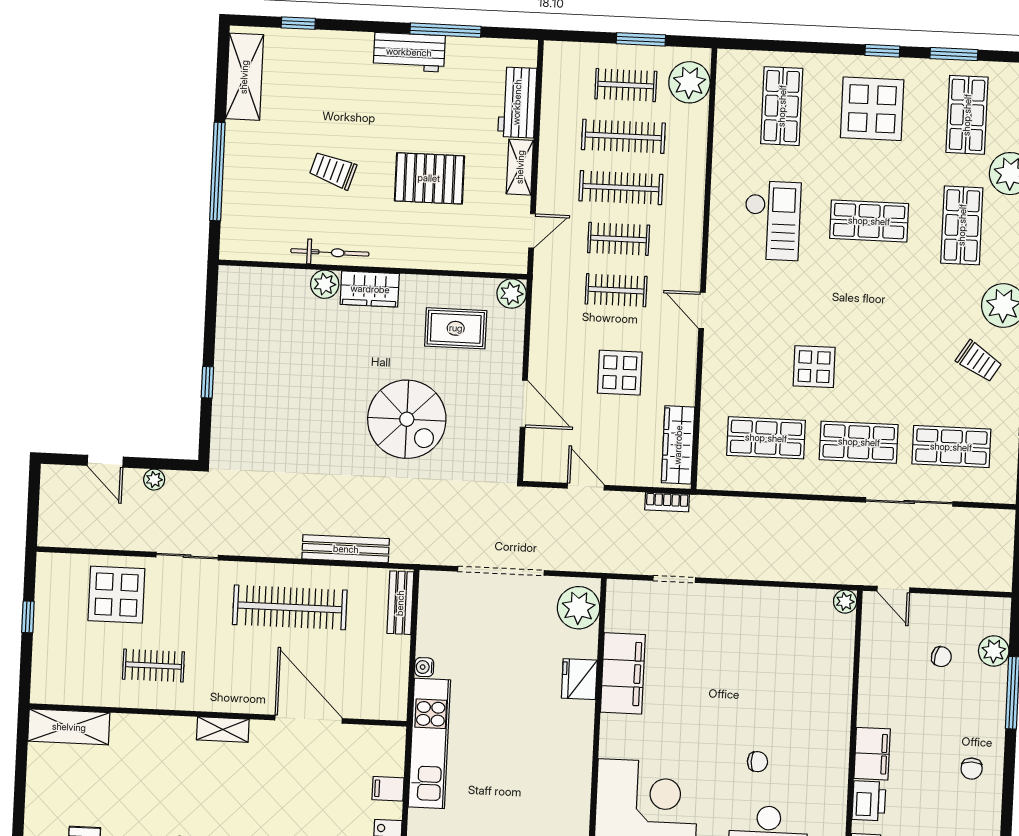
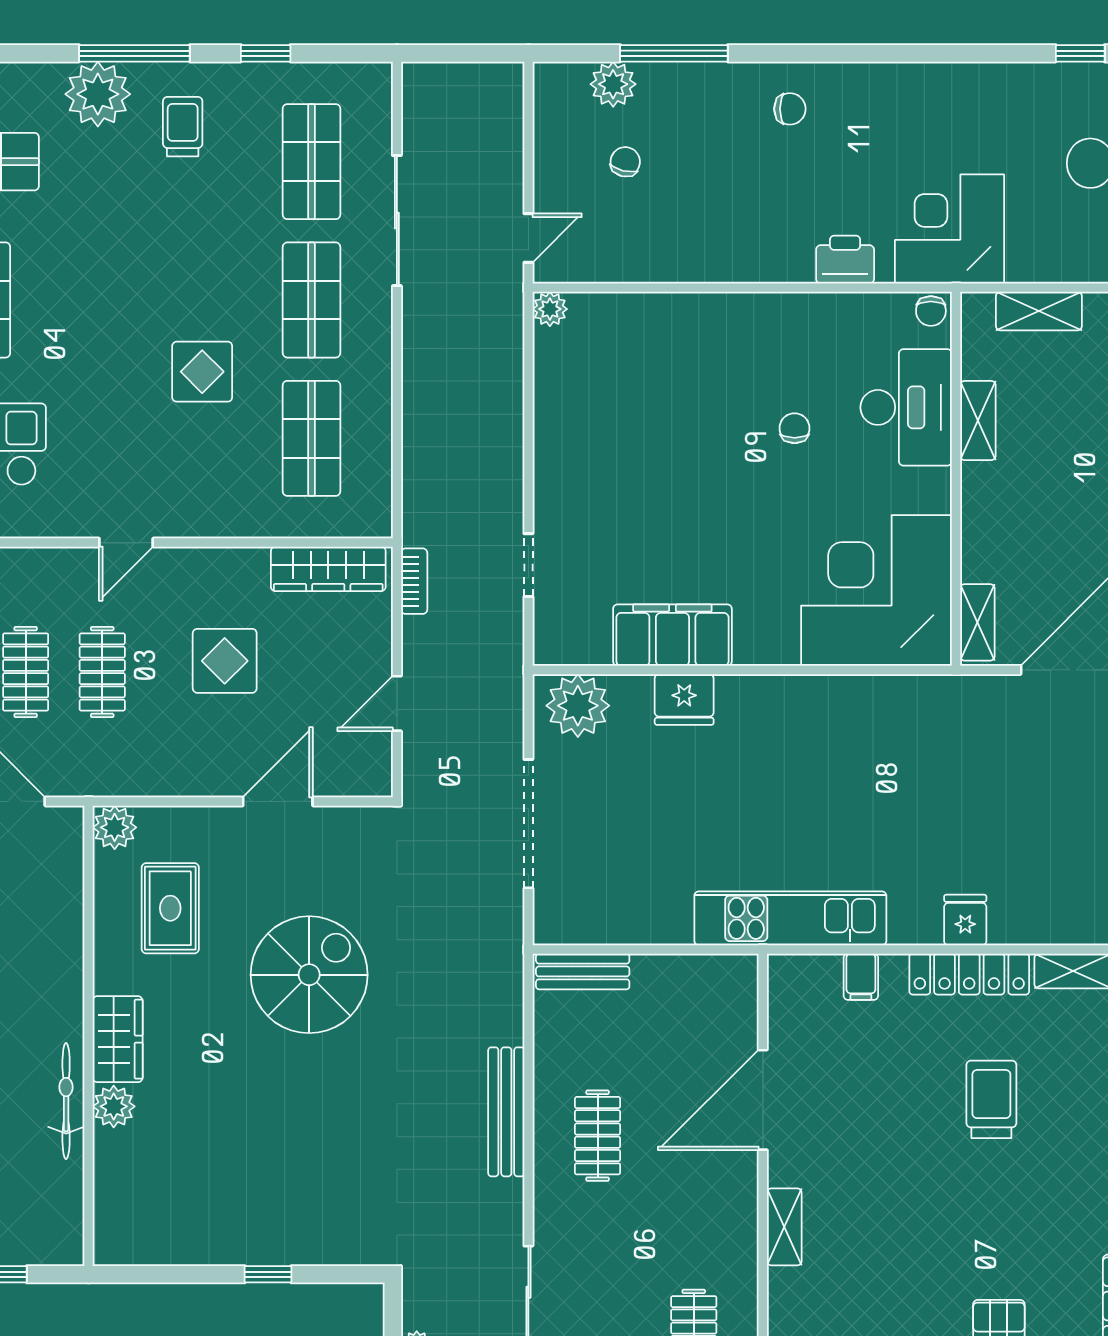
trolley: (979, 361) -> (183, 127), turned -32
bench: (346, 549) -> (506, 1112), moved
clothes rail: (290, 607) -> (598, 1136), width x0.54, depth x0.76
water cooler: (424, 667) -> (677, 931), removed
filing cabinet: (872, 754) -> (775, 258), removed

